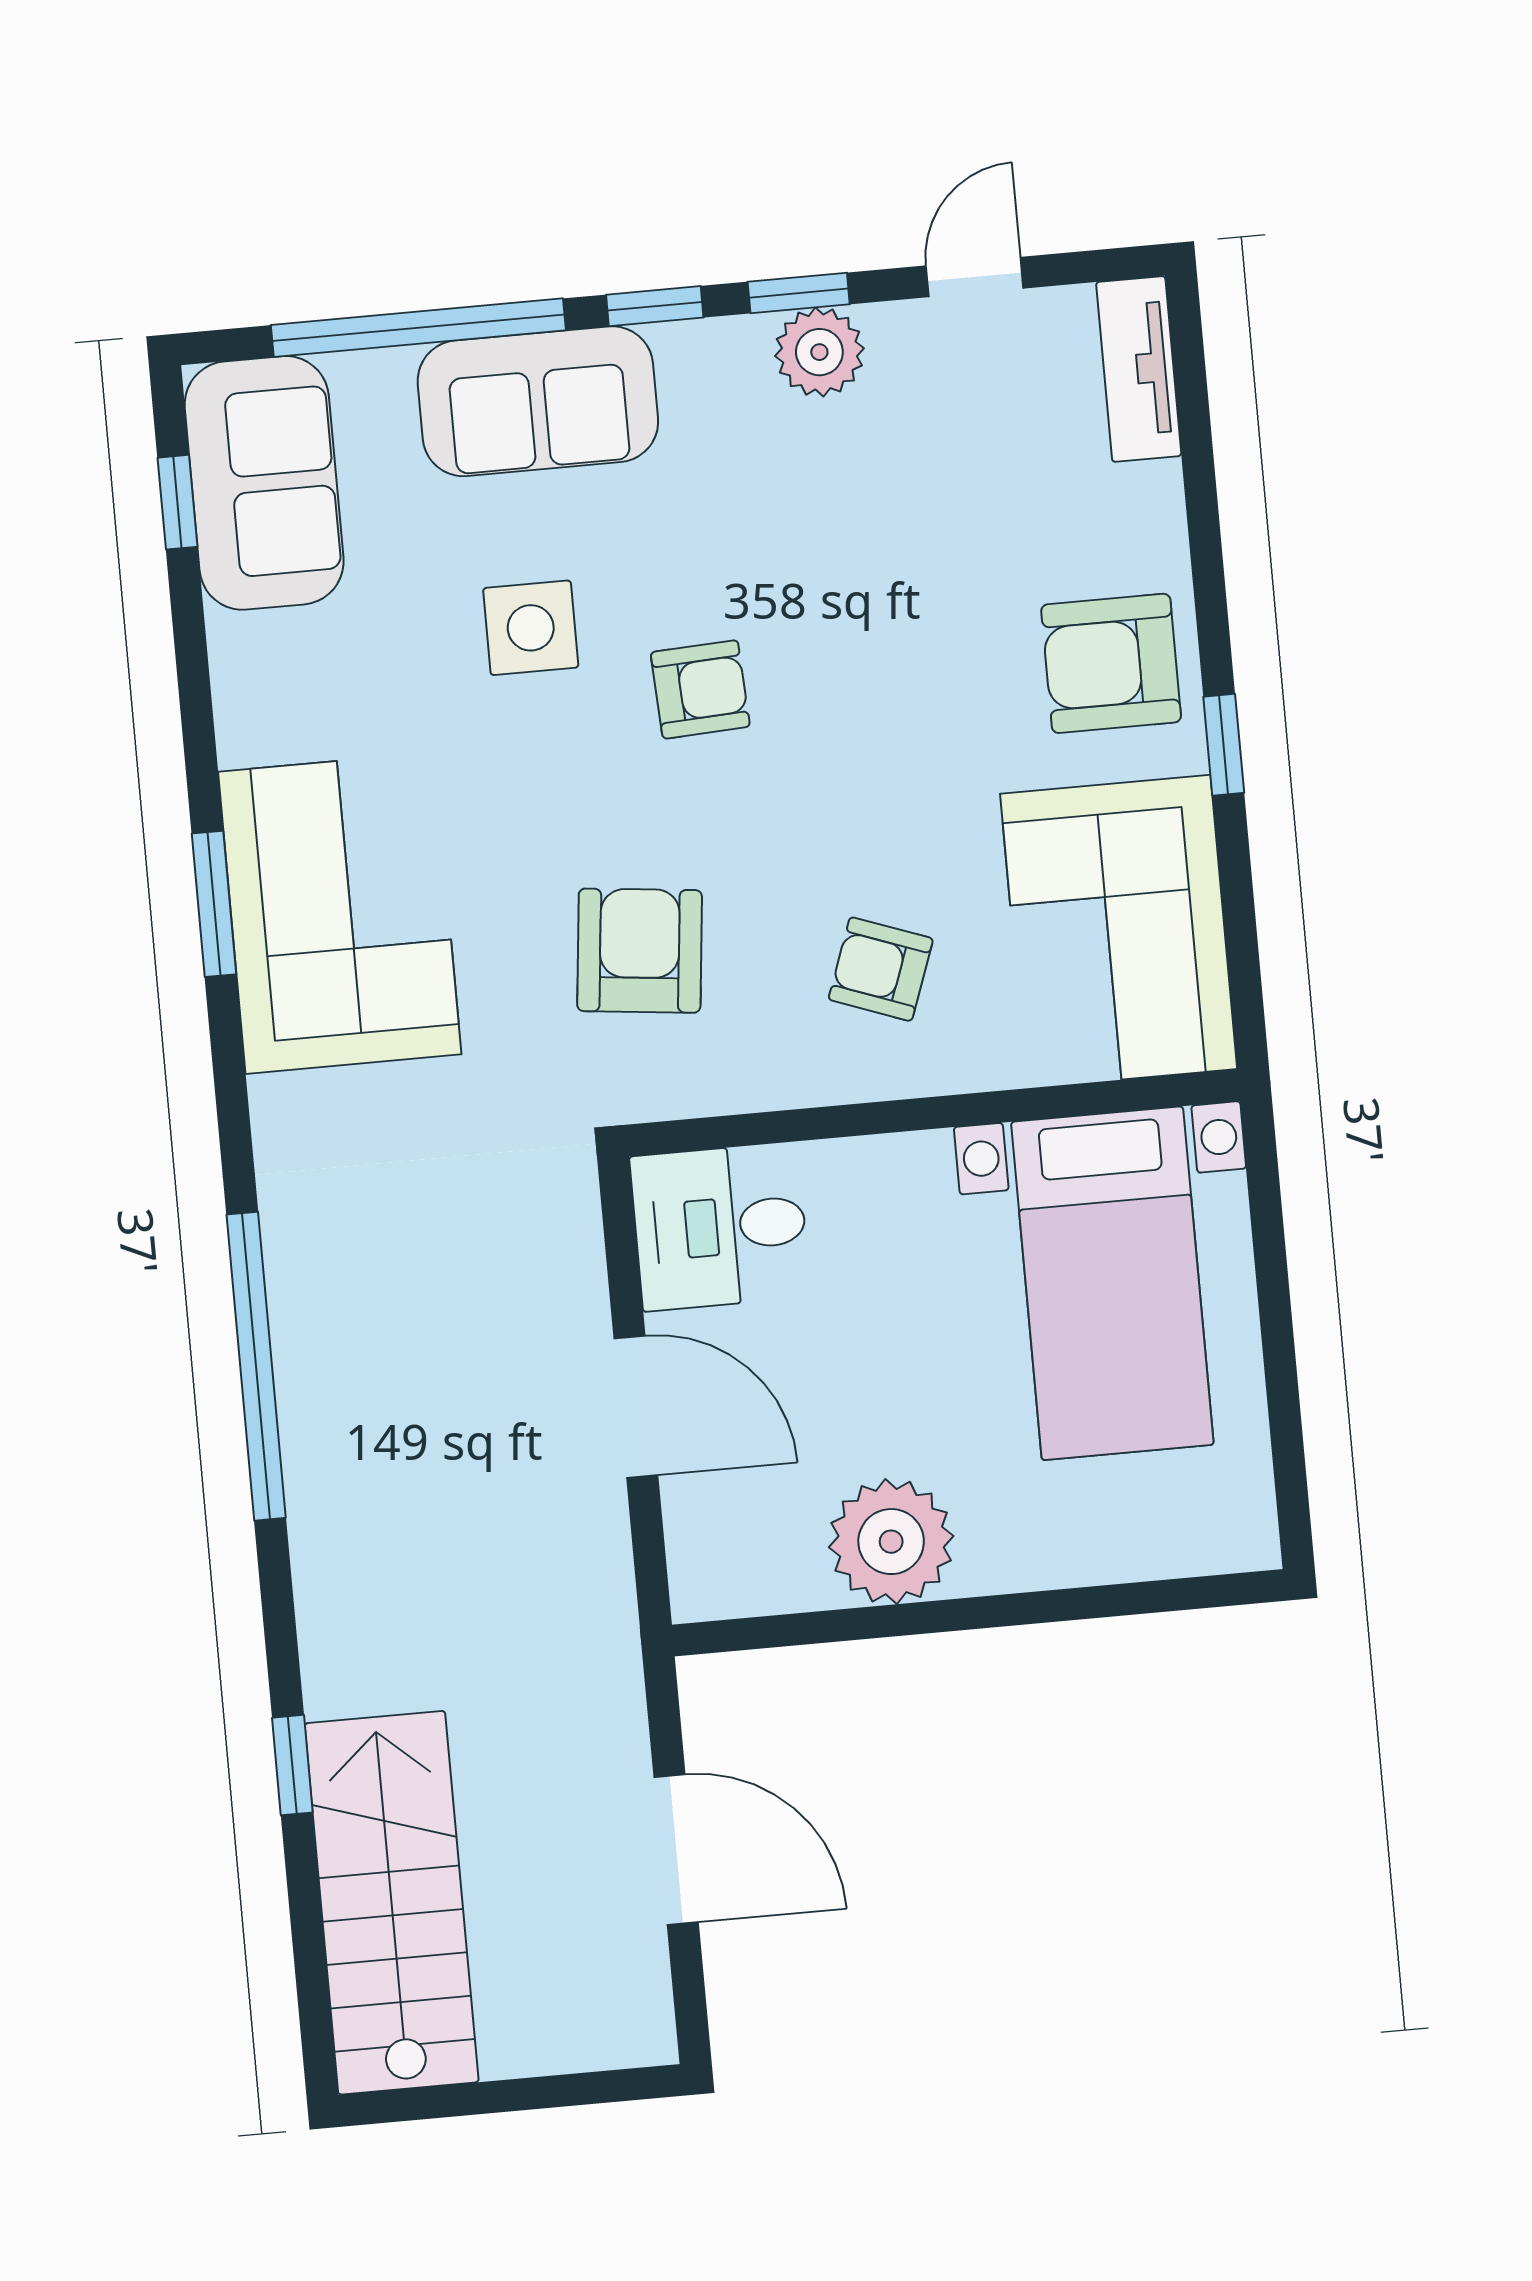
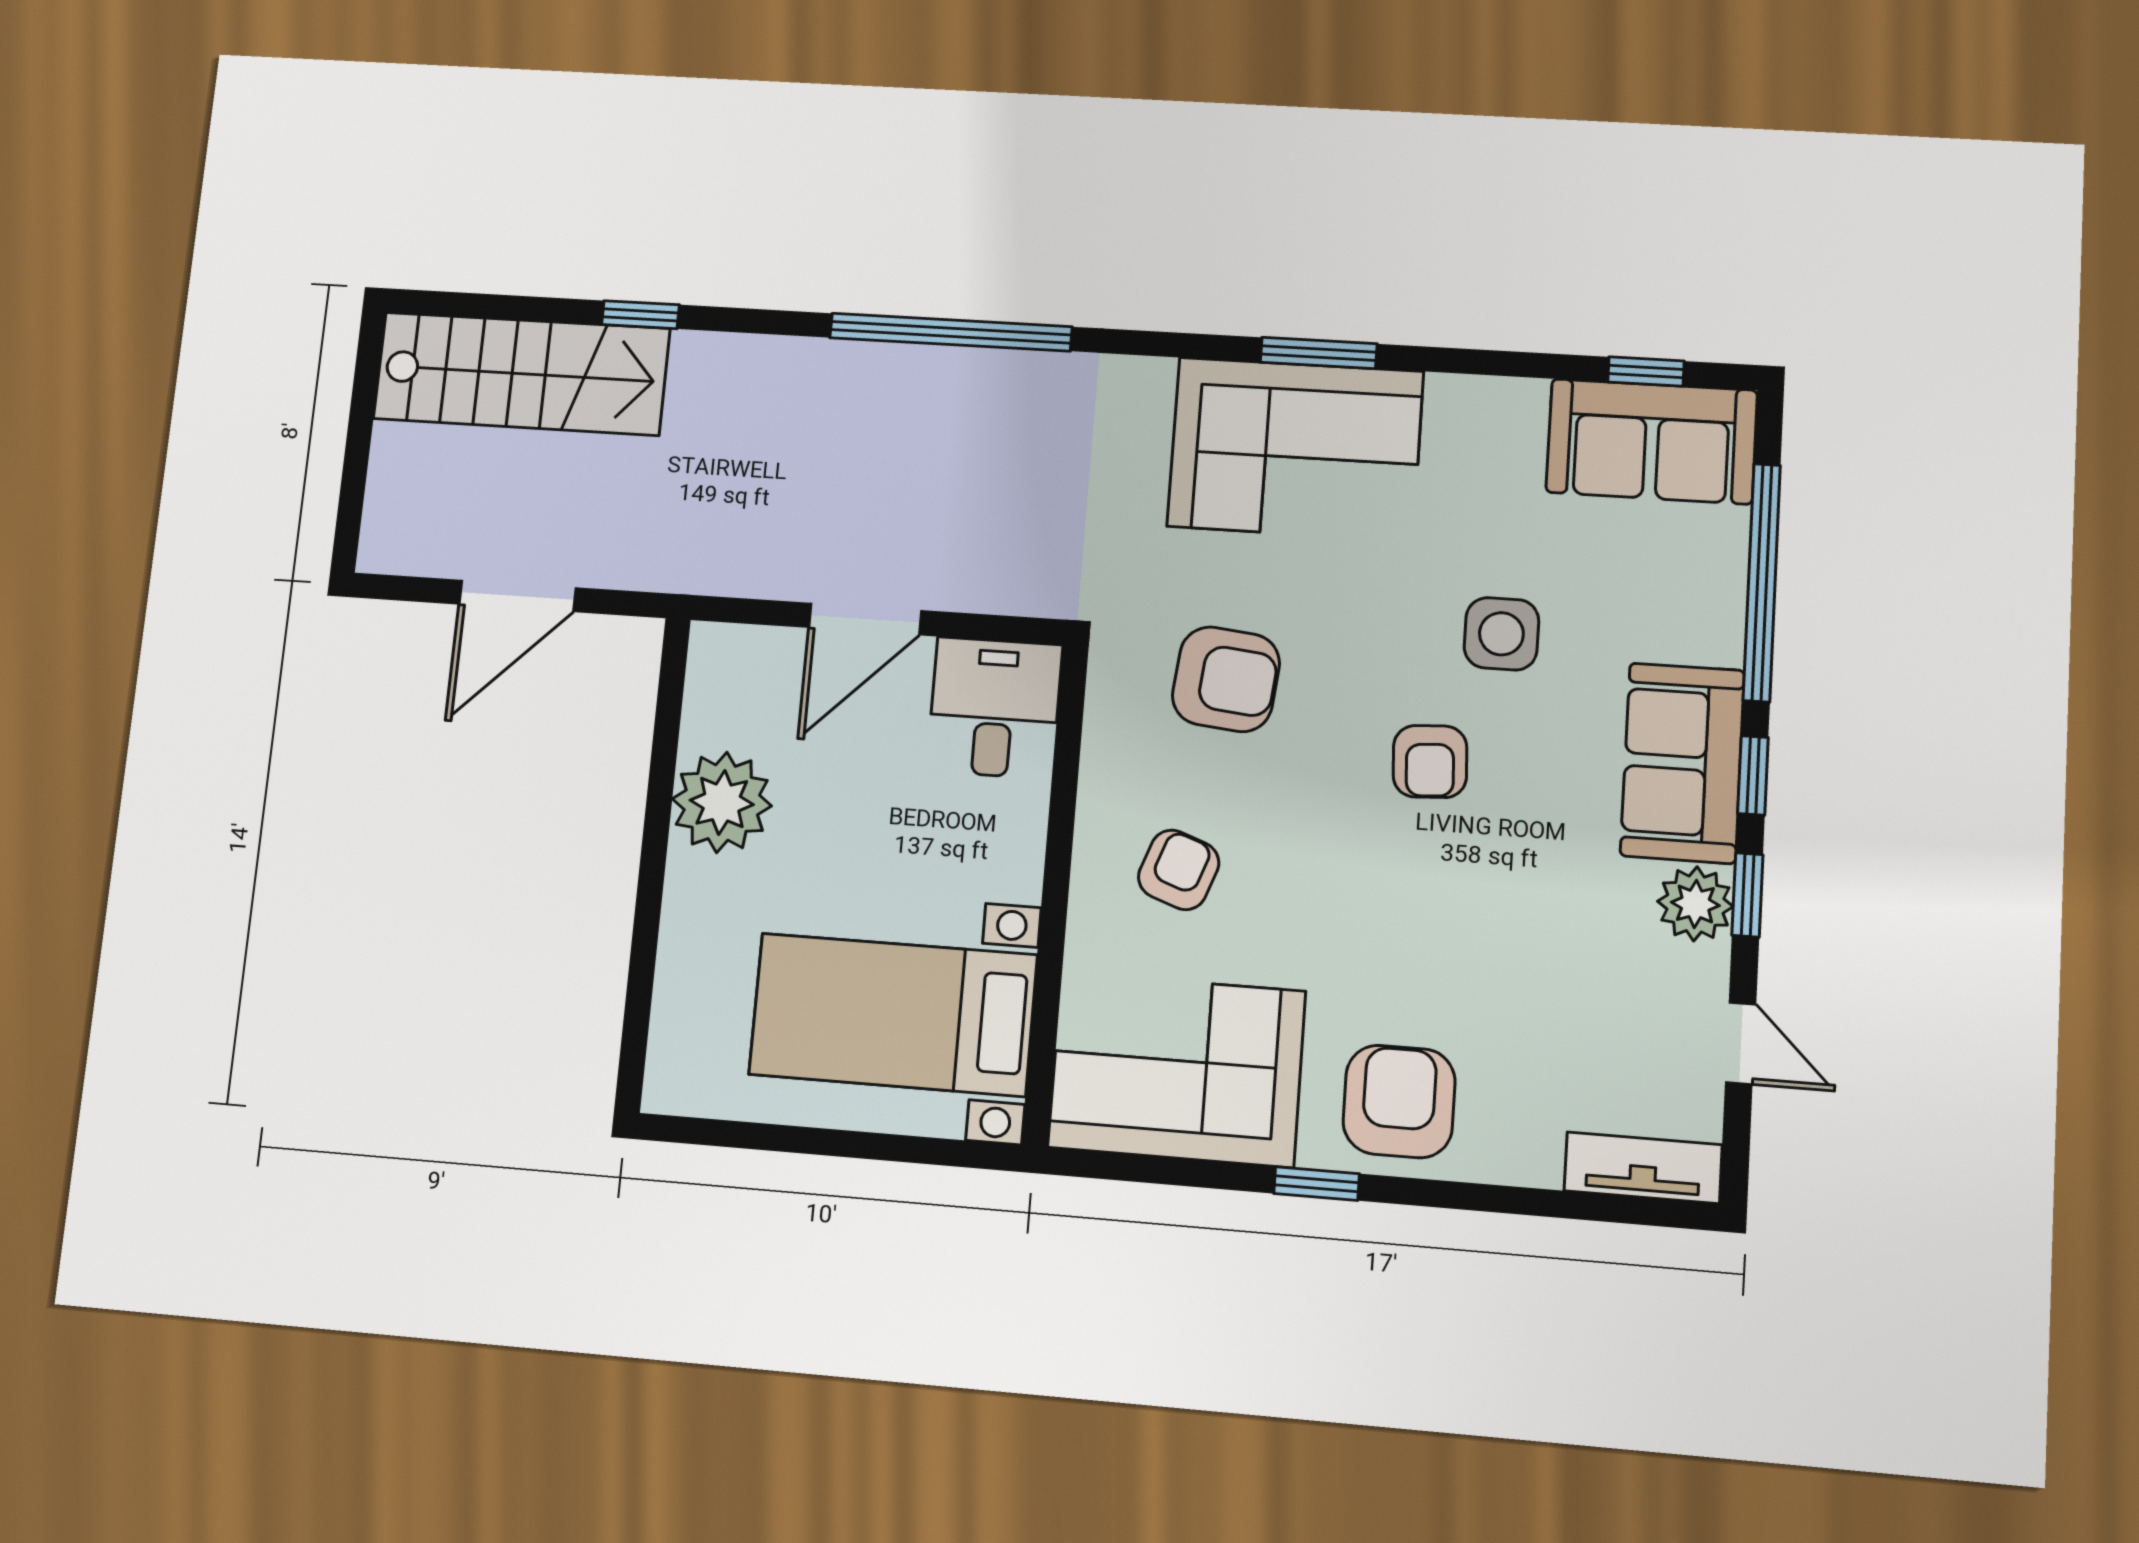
sofa: (538, 401) -> (1682, 763), moved

